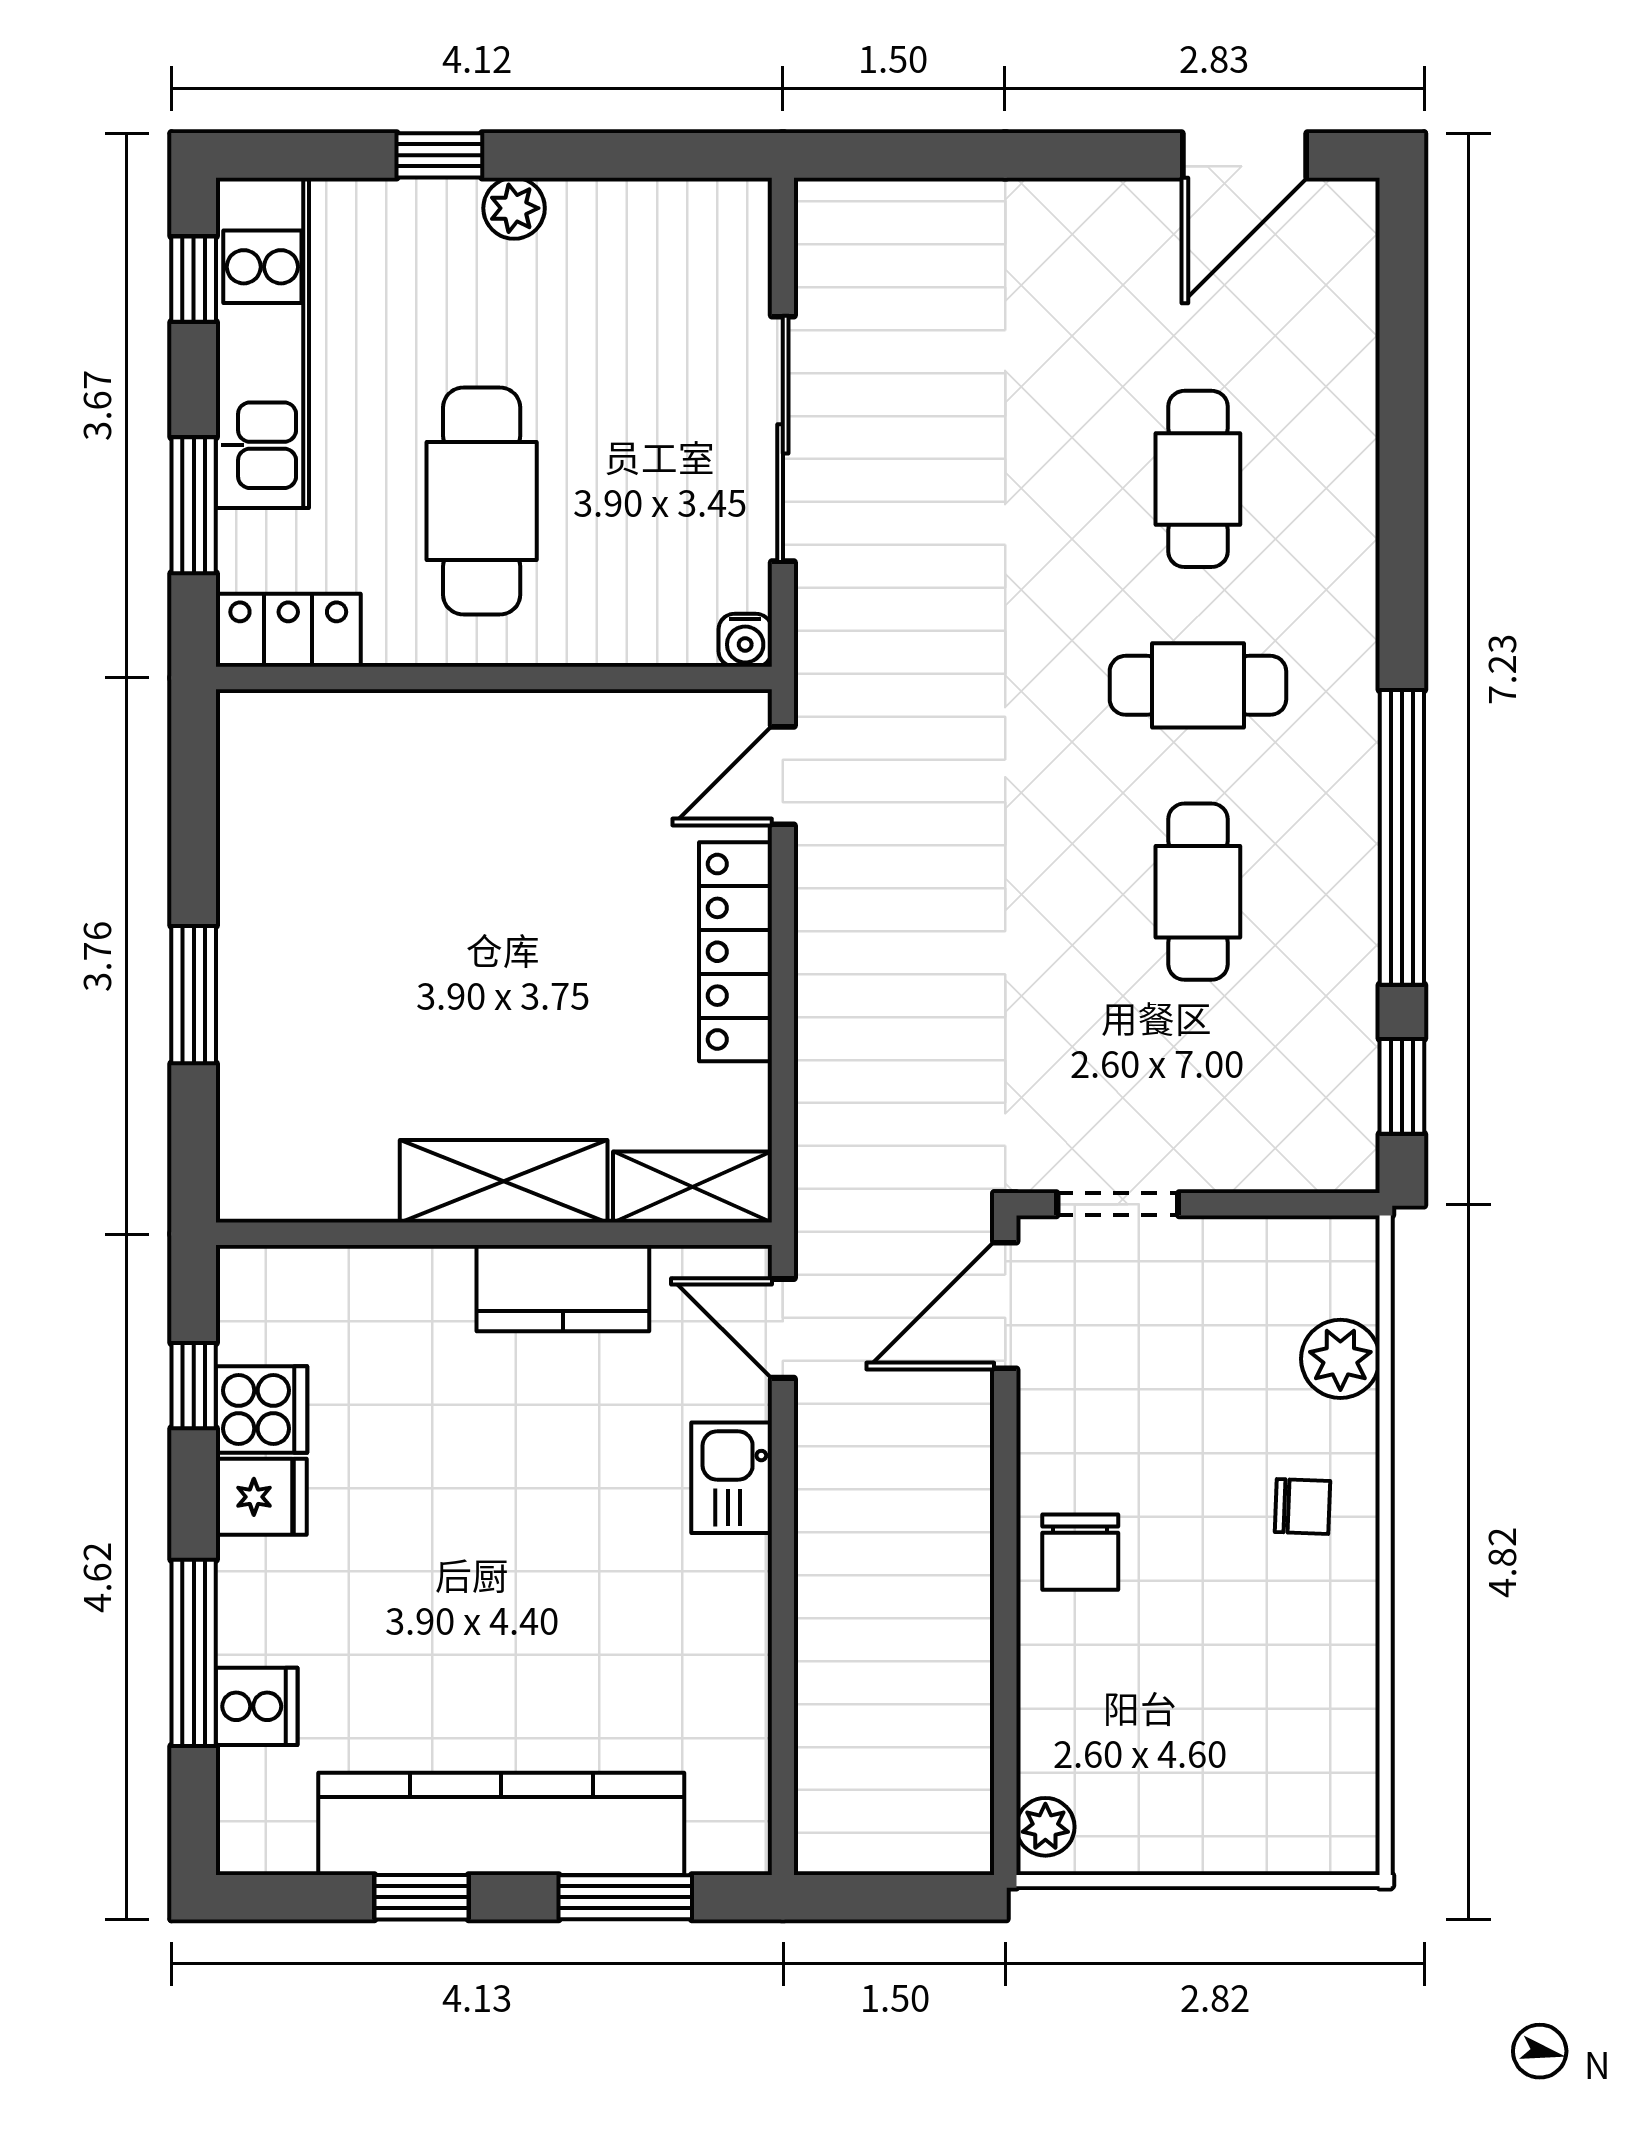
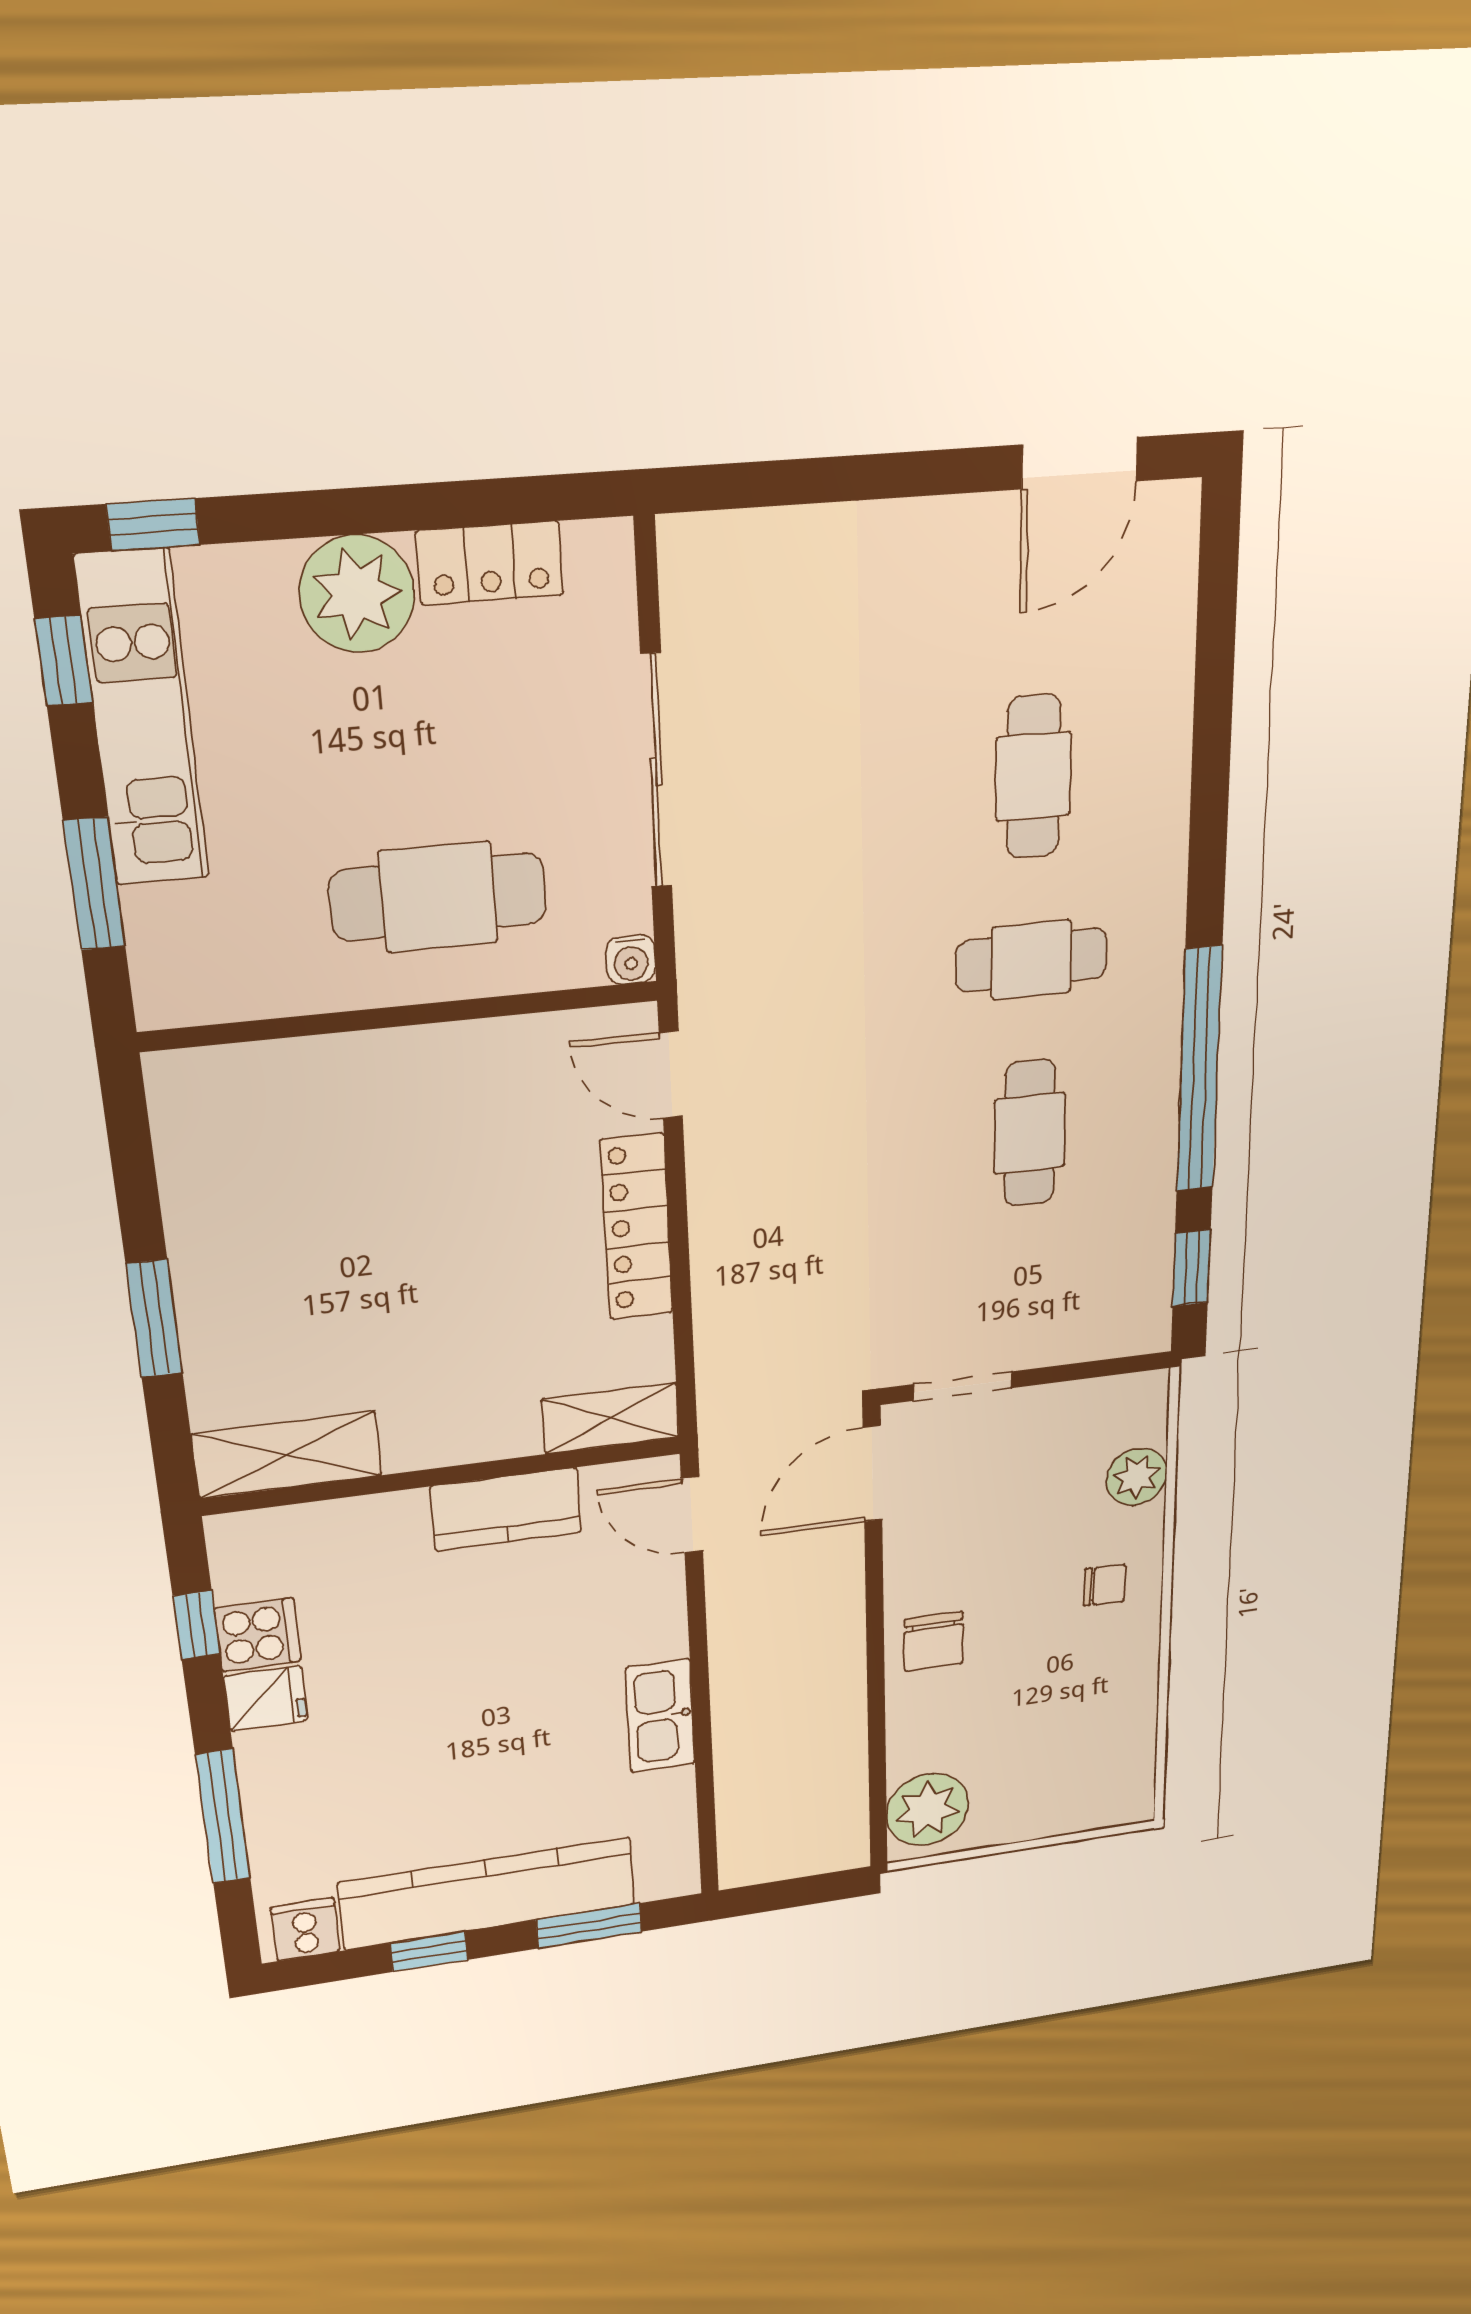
window: (439, 155) -> (153, 524), moved
plant: (514, 208) -> (357, 594), width x1.87, depth x1.87
cafe table: (482, 501) -> (438, 897), moved, turned 90
locker: (288, 630) -> (490, 563), moved, turned 180
door: (783, 776) -> (671, 1075), hinge flipped
shelving: (504, 1181) -> (287, 1455), moved
kitchen sink: (732, 1478) -> (660, 1716), moved, width x1.38
cooker: (257, 1706) -> (305, 1929), moved, turned -90
plant: (1045, 1827) -> (928, 1810), width x1.88, depth x1.88

